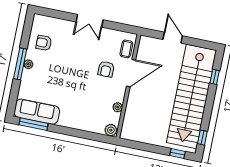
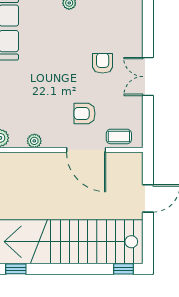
armchair: (44, 43) -> (103, 63), moved
window: (215, 77) -> (123, 269), moved

